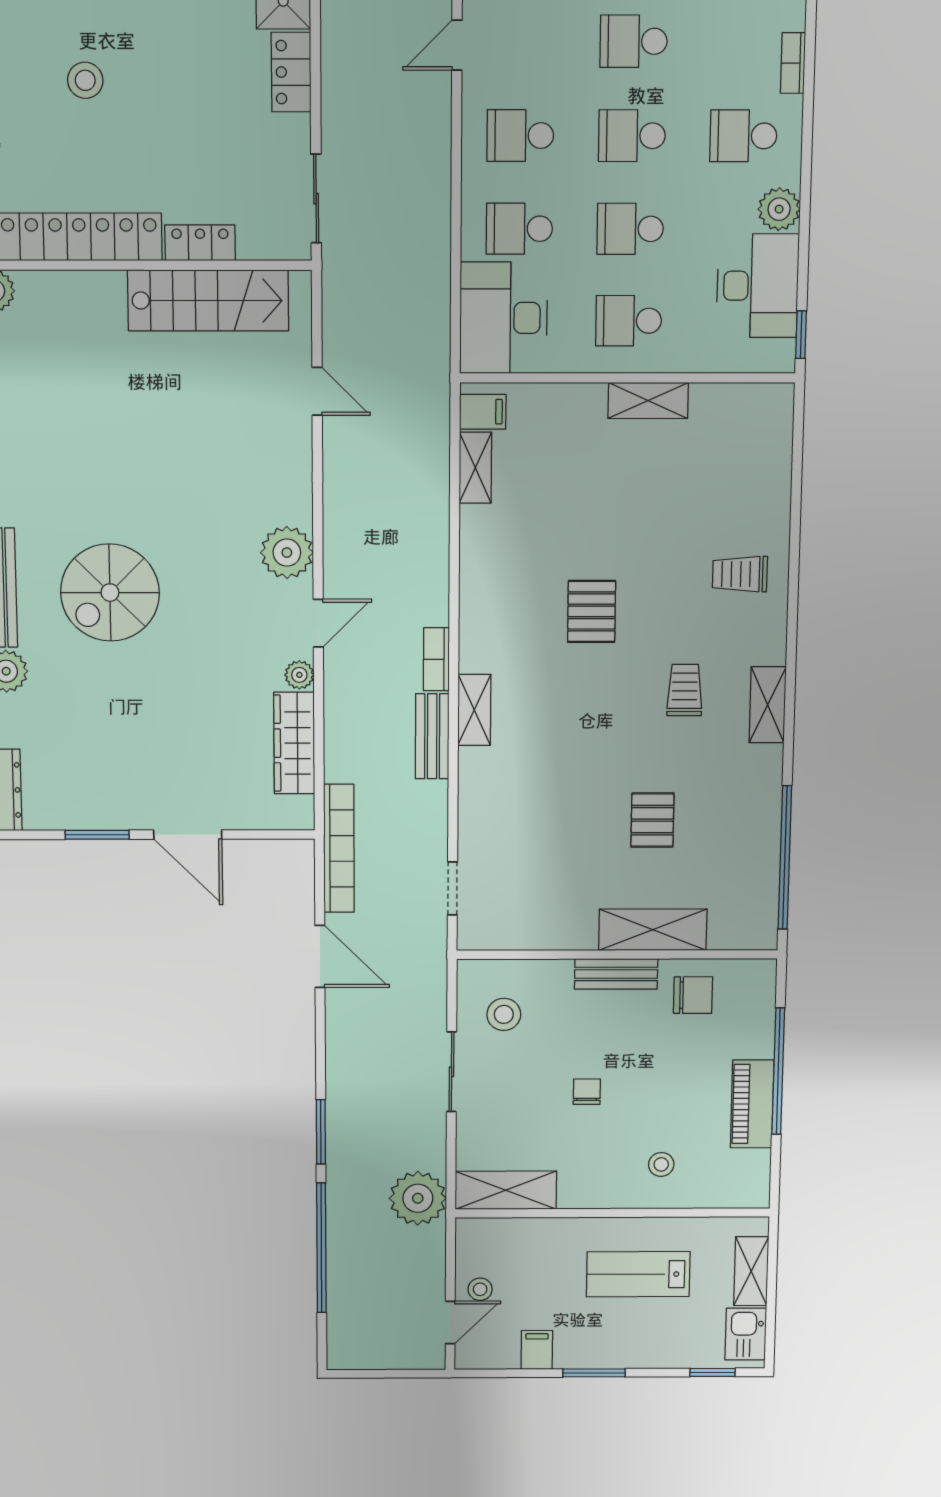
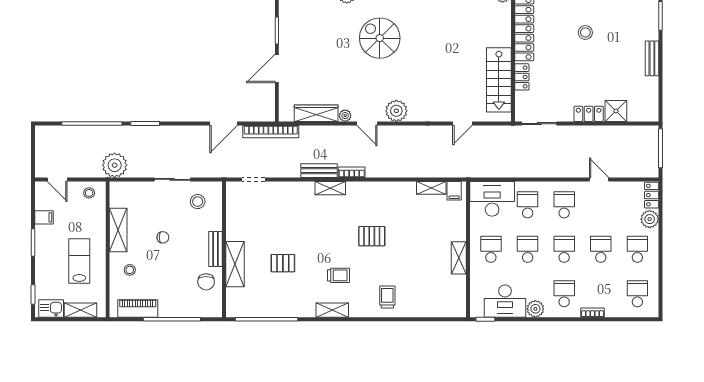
piano: (752, 1104) -> (138, 308), moved
shelving: (506, 1190) -> (118, 230), moved
stool: (480, 1289) -> (89, 193), moved

